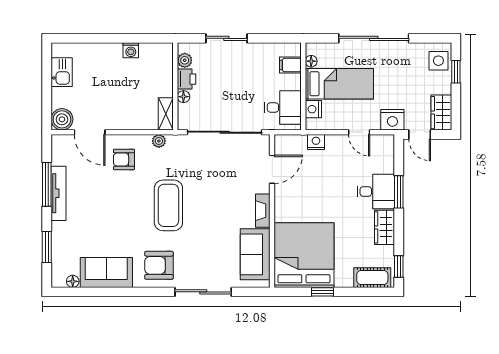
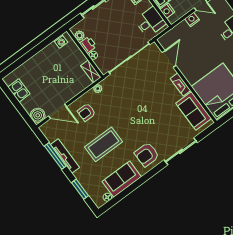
washing machine: (131, 50) -> (61, 41), moved
nightstand: (316, 142) -> (192, 19), moved
coffee table: (168, 205) -> (103, 144), moved, turned 90

